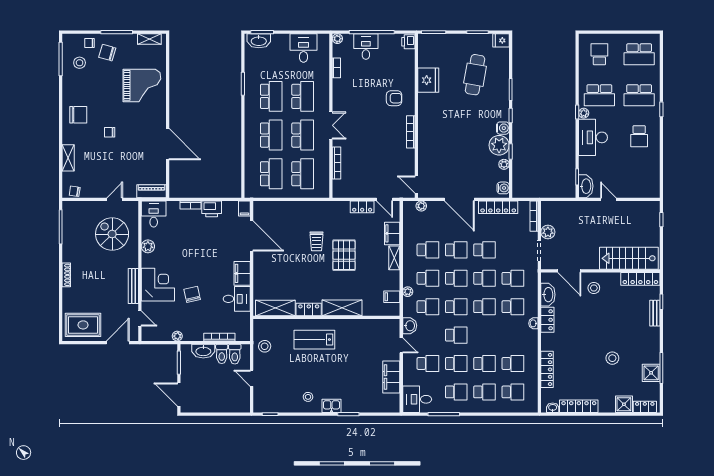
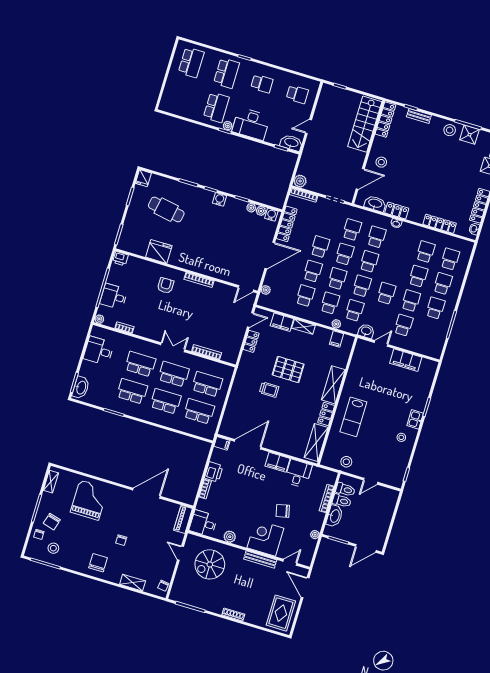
school desk: (599, 54) -> (297, 94), moved, turned 180
plant: (499, 145) -> (261, 211), moved, width x0.53, depth x0.53
plant: (548, 232) -> (300, 181), moved
stool: (612, 358) -> (450, 130), moved
desk: (417, 399) -> (432, 344), removed

